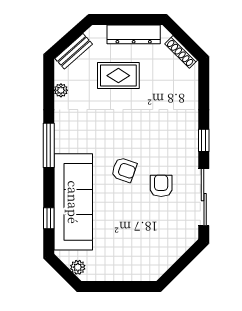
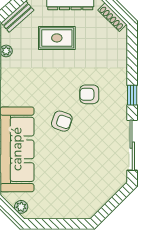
armchair: (161, 186) -> (89, 94), moved, turned -90

